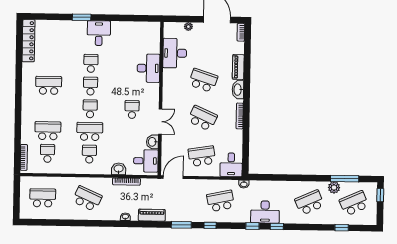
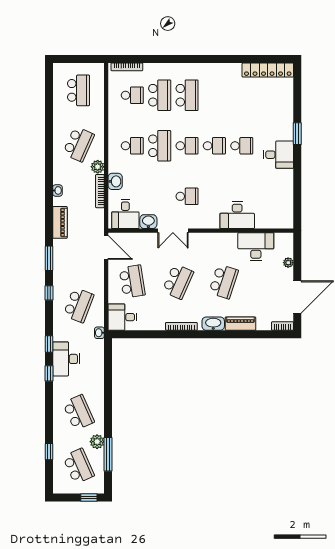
school desk: (49, 85) -> (187, 95), moved
plant: (106, 183) -> (98, 167), added
school desk: (221, 201) -> (78, 305), turned 33

